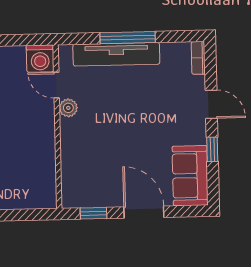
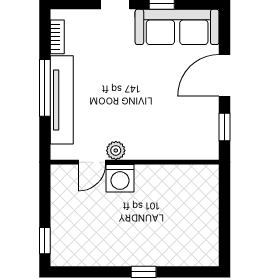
bookcase: (198, 58) -> (57, 37), moved, turned -90
washing machine: (40, 59) -> (120, 178), moved, turned 90
sofa: (190, 176) -> (177, 27), width x1.36

